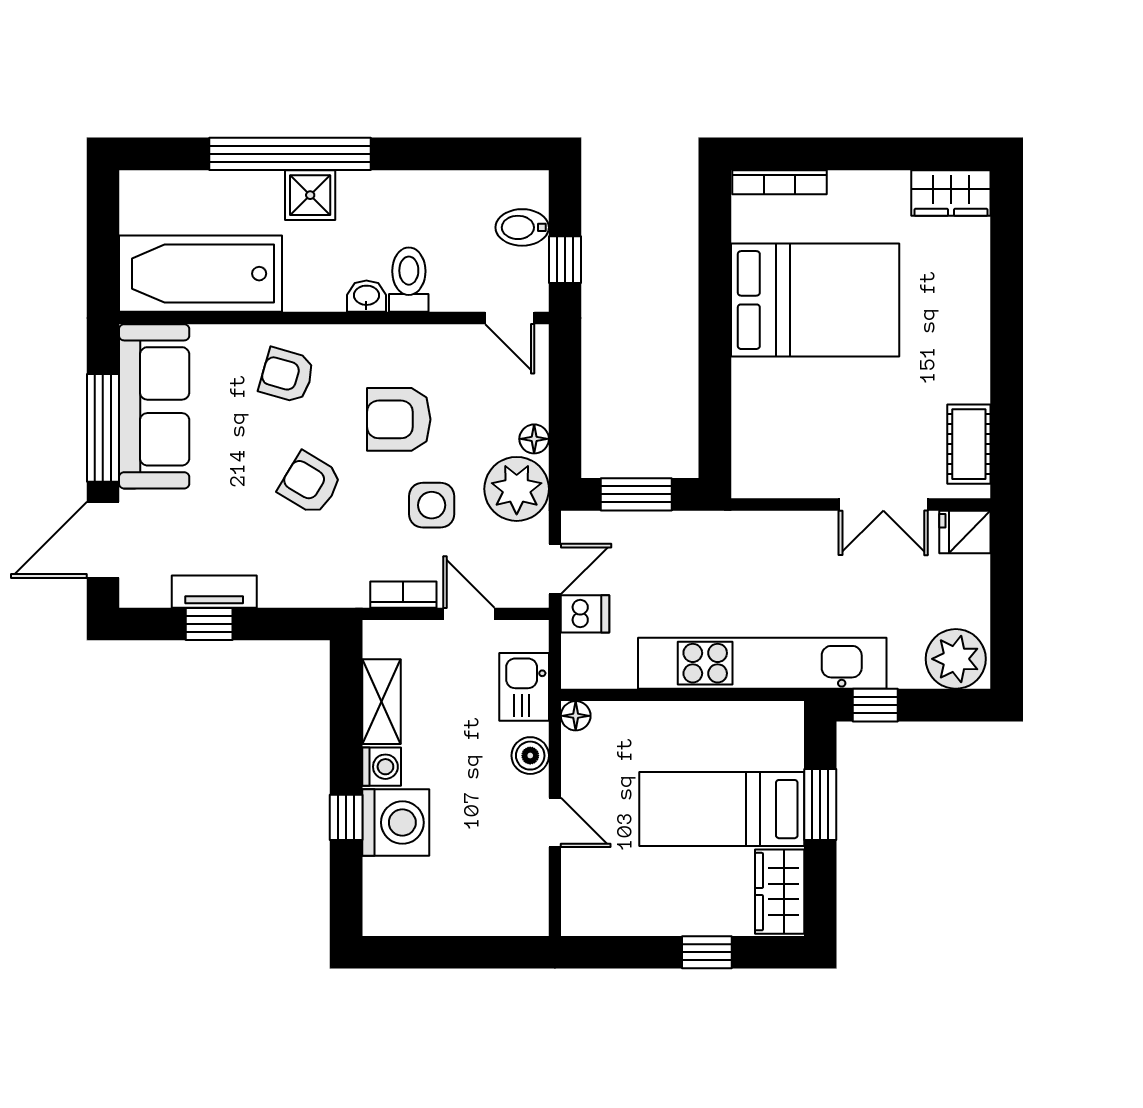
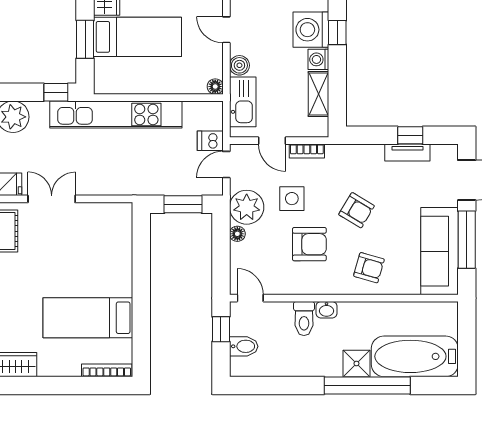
bathtub: (201, 274) -> (415, 356), moved, turned 180
bed: (815, 300) -> (88, 318), width x0.67
kitchen sink: (524, 687) -> (243, 102), width x1.38

